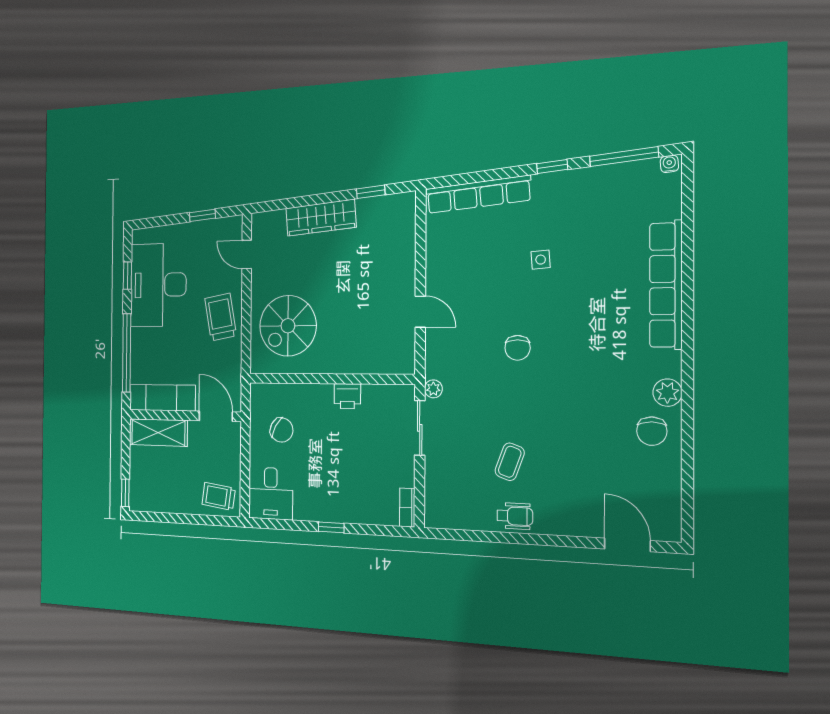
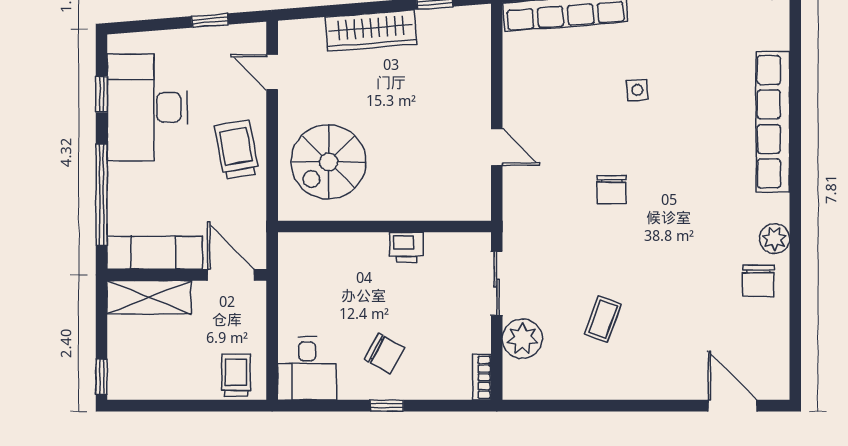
plant: (433, 389) -> (522, 339), moved, width x1.87, depth x1.87
chair: (282, 430) -> (384, 353), moved
trolley: (219, 496) -> (236, 375), turned 82
wheelchair: (515, 516) -> (609, 381), removed

